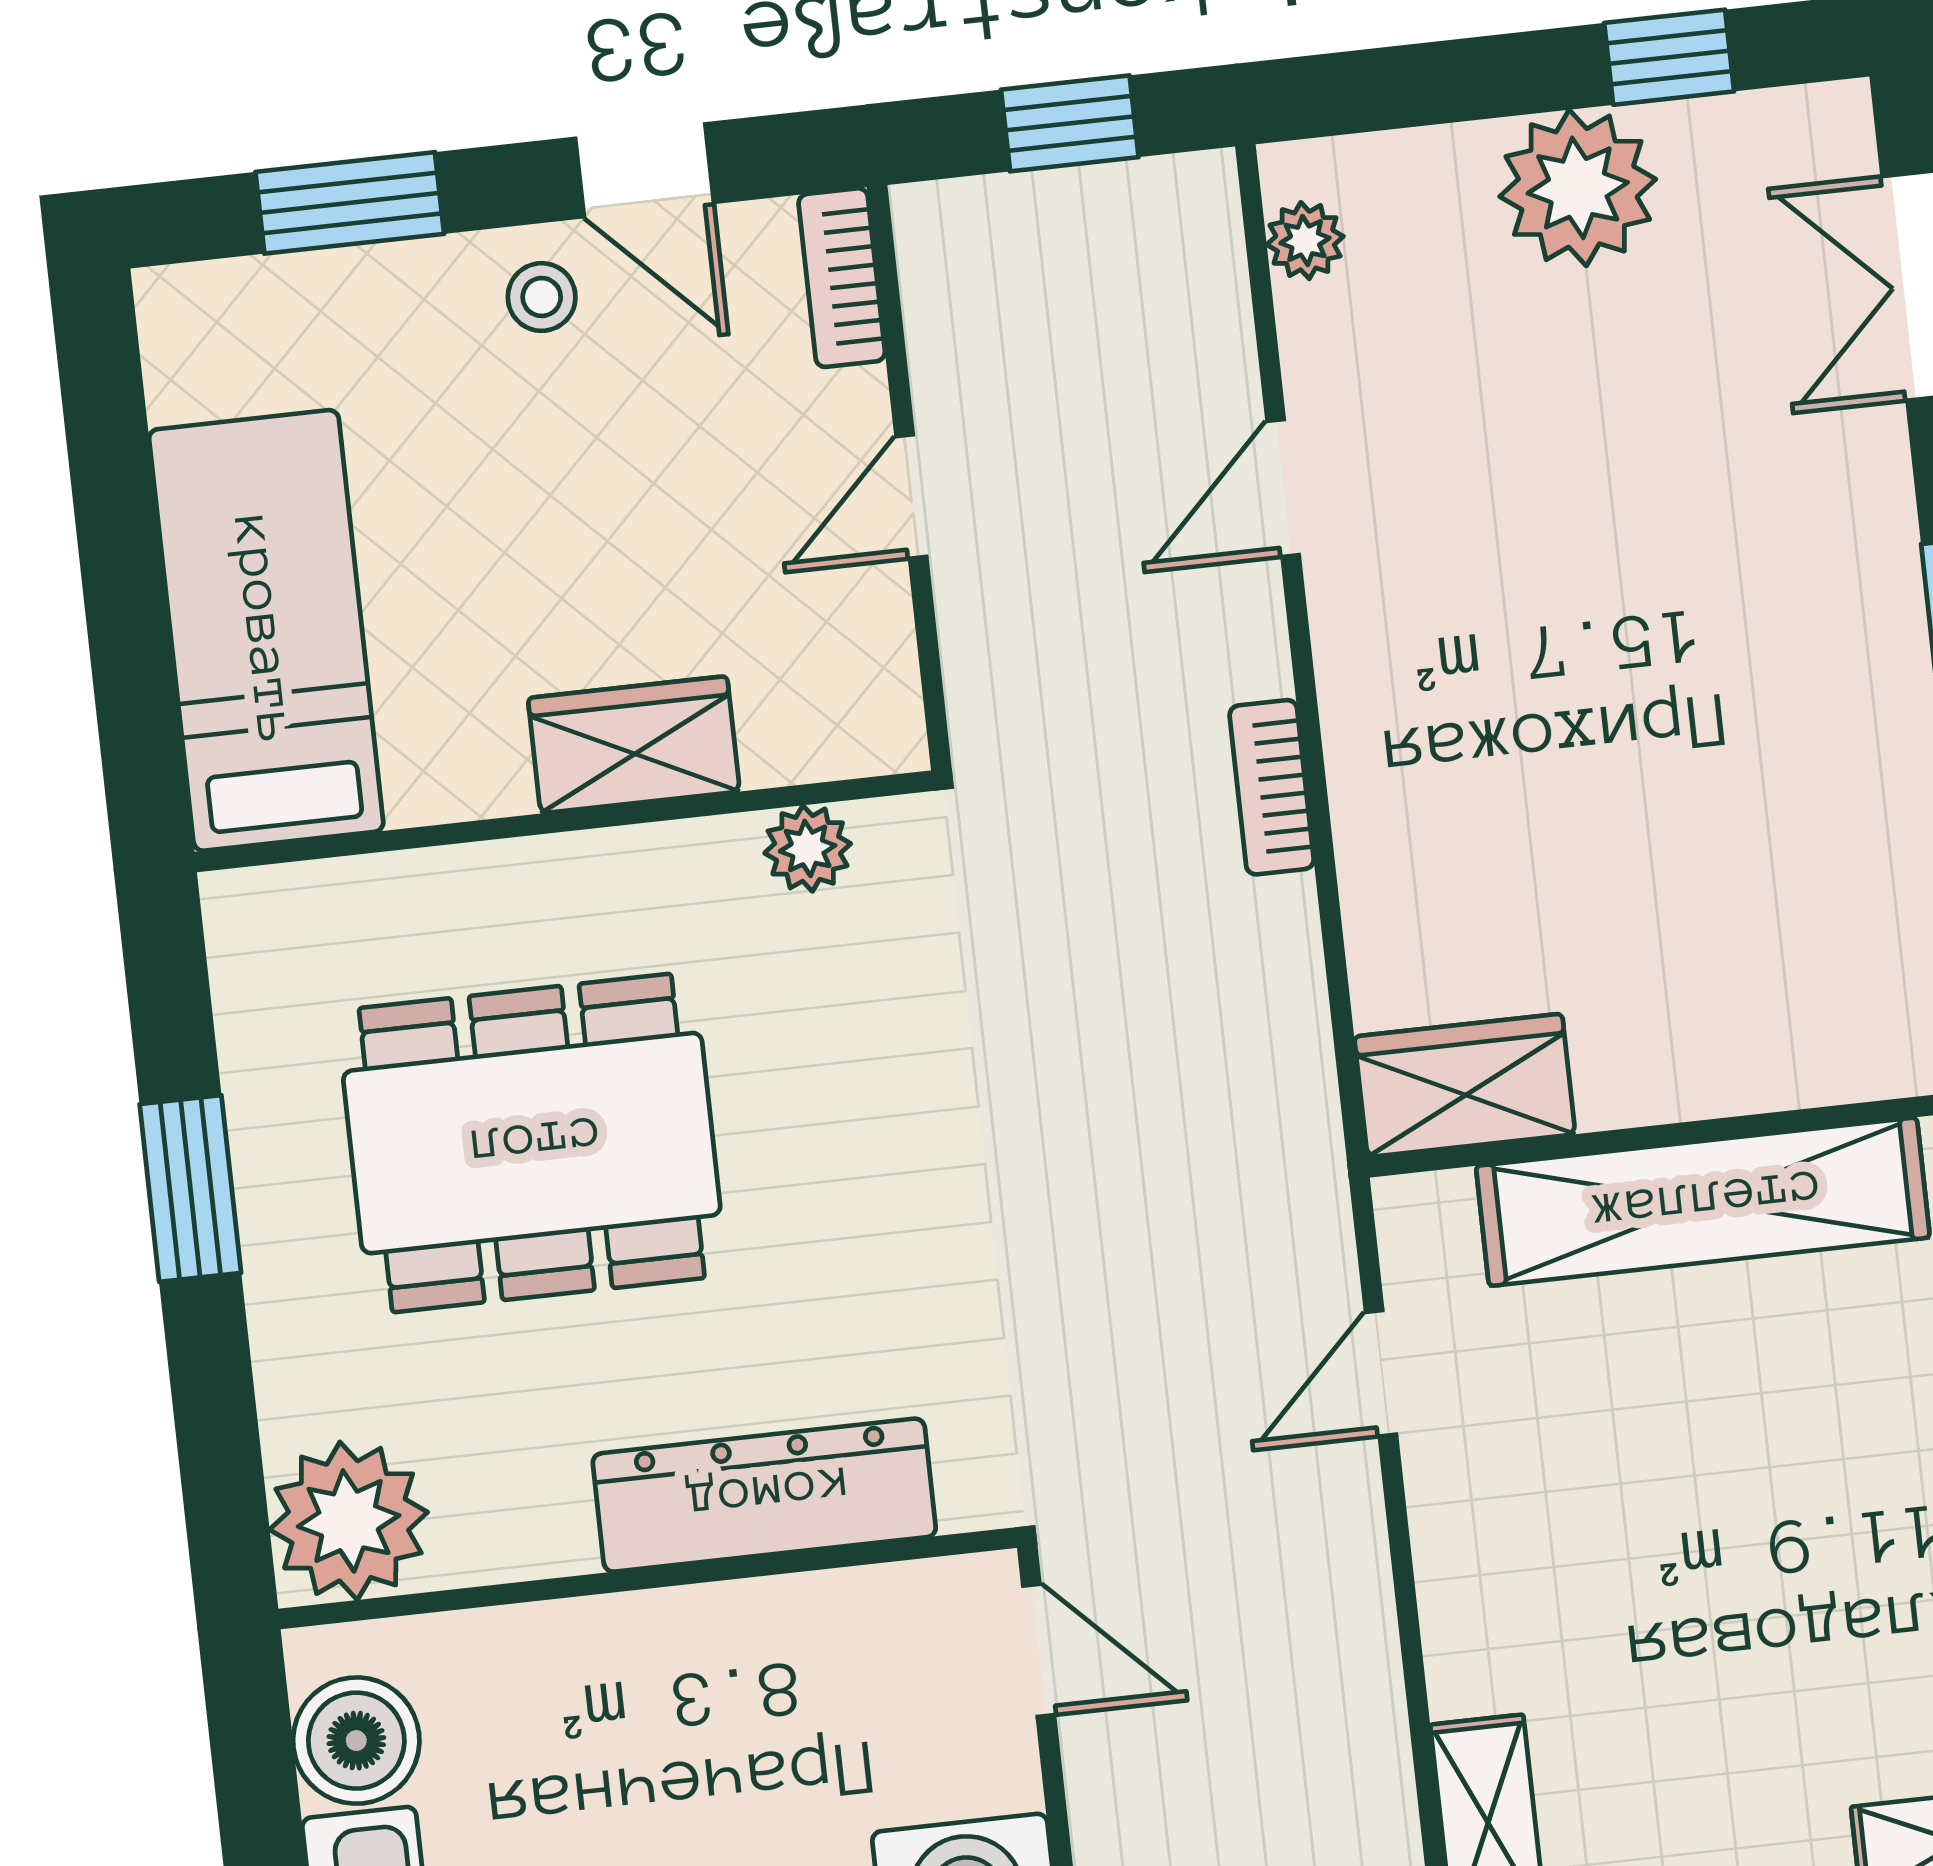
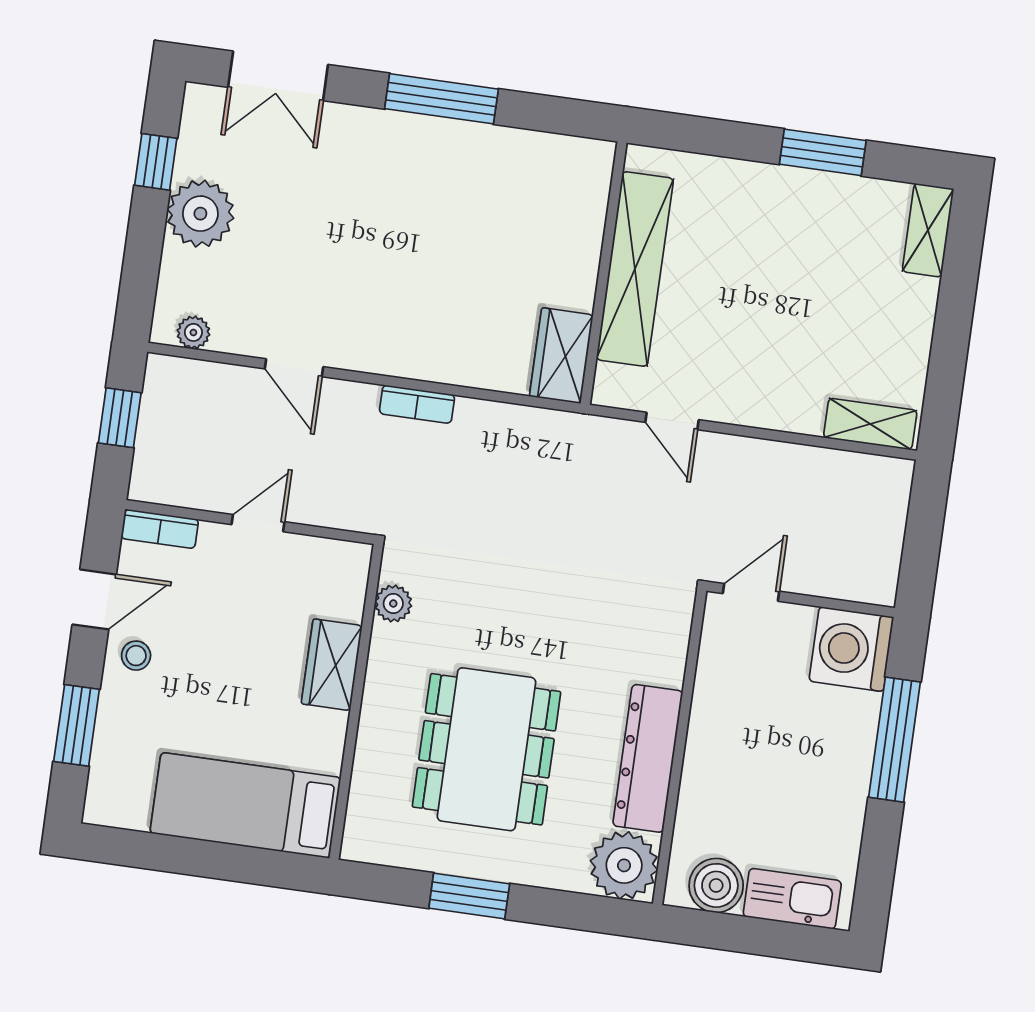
door: (911, 496) -> (258, 523), swing flipped
dresser: (764, 1495) -> (648, 758), moved

